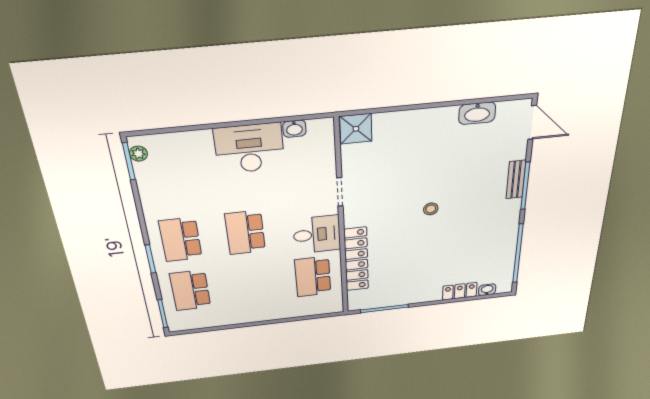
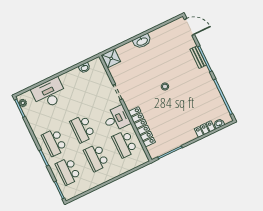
washbasin: (477, 113) -> (142, 41), moved
desk: (249, 148) -> (49, 94), moved
school desk: (252, 283) -> (96, 158), added

